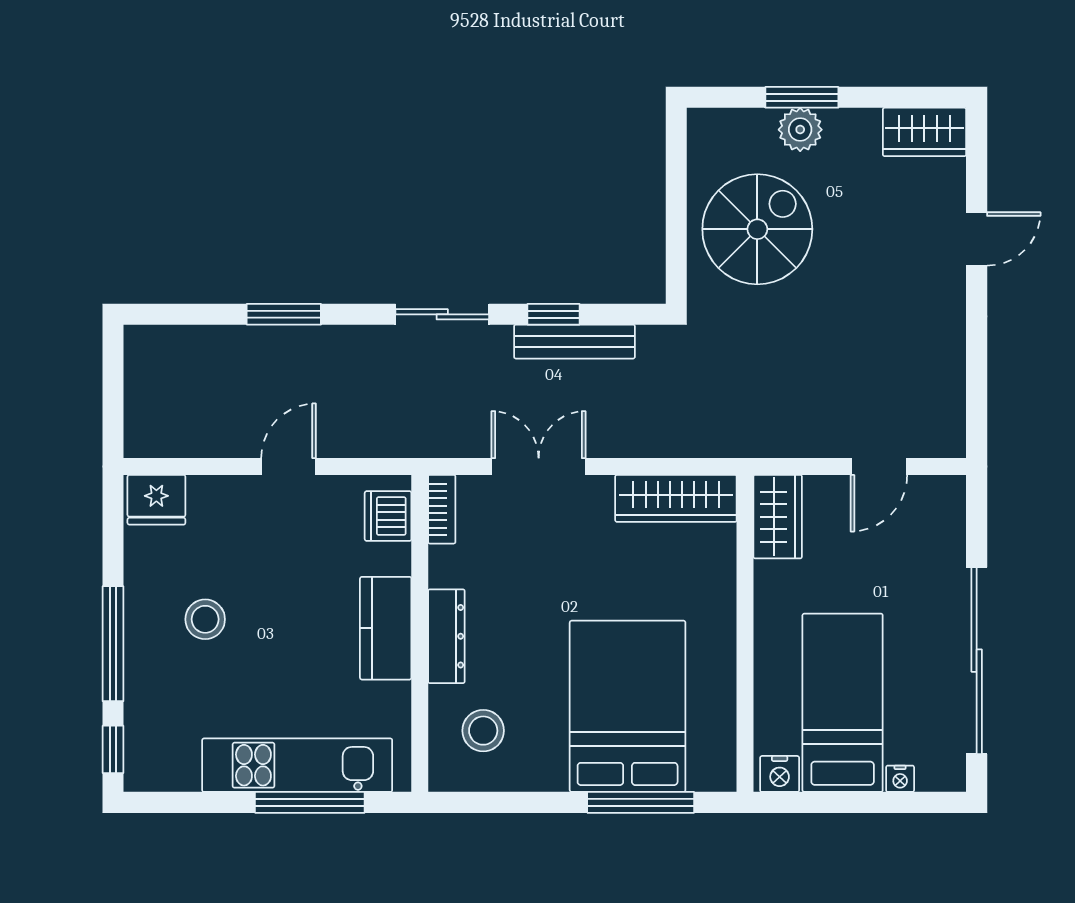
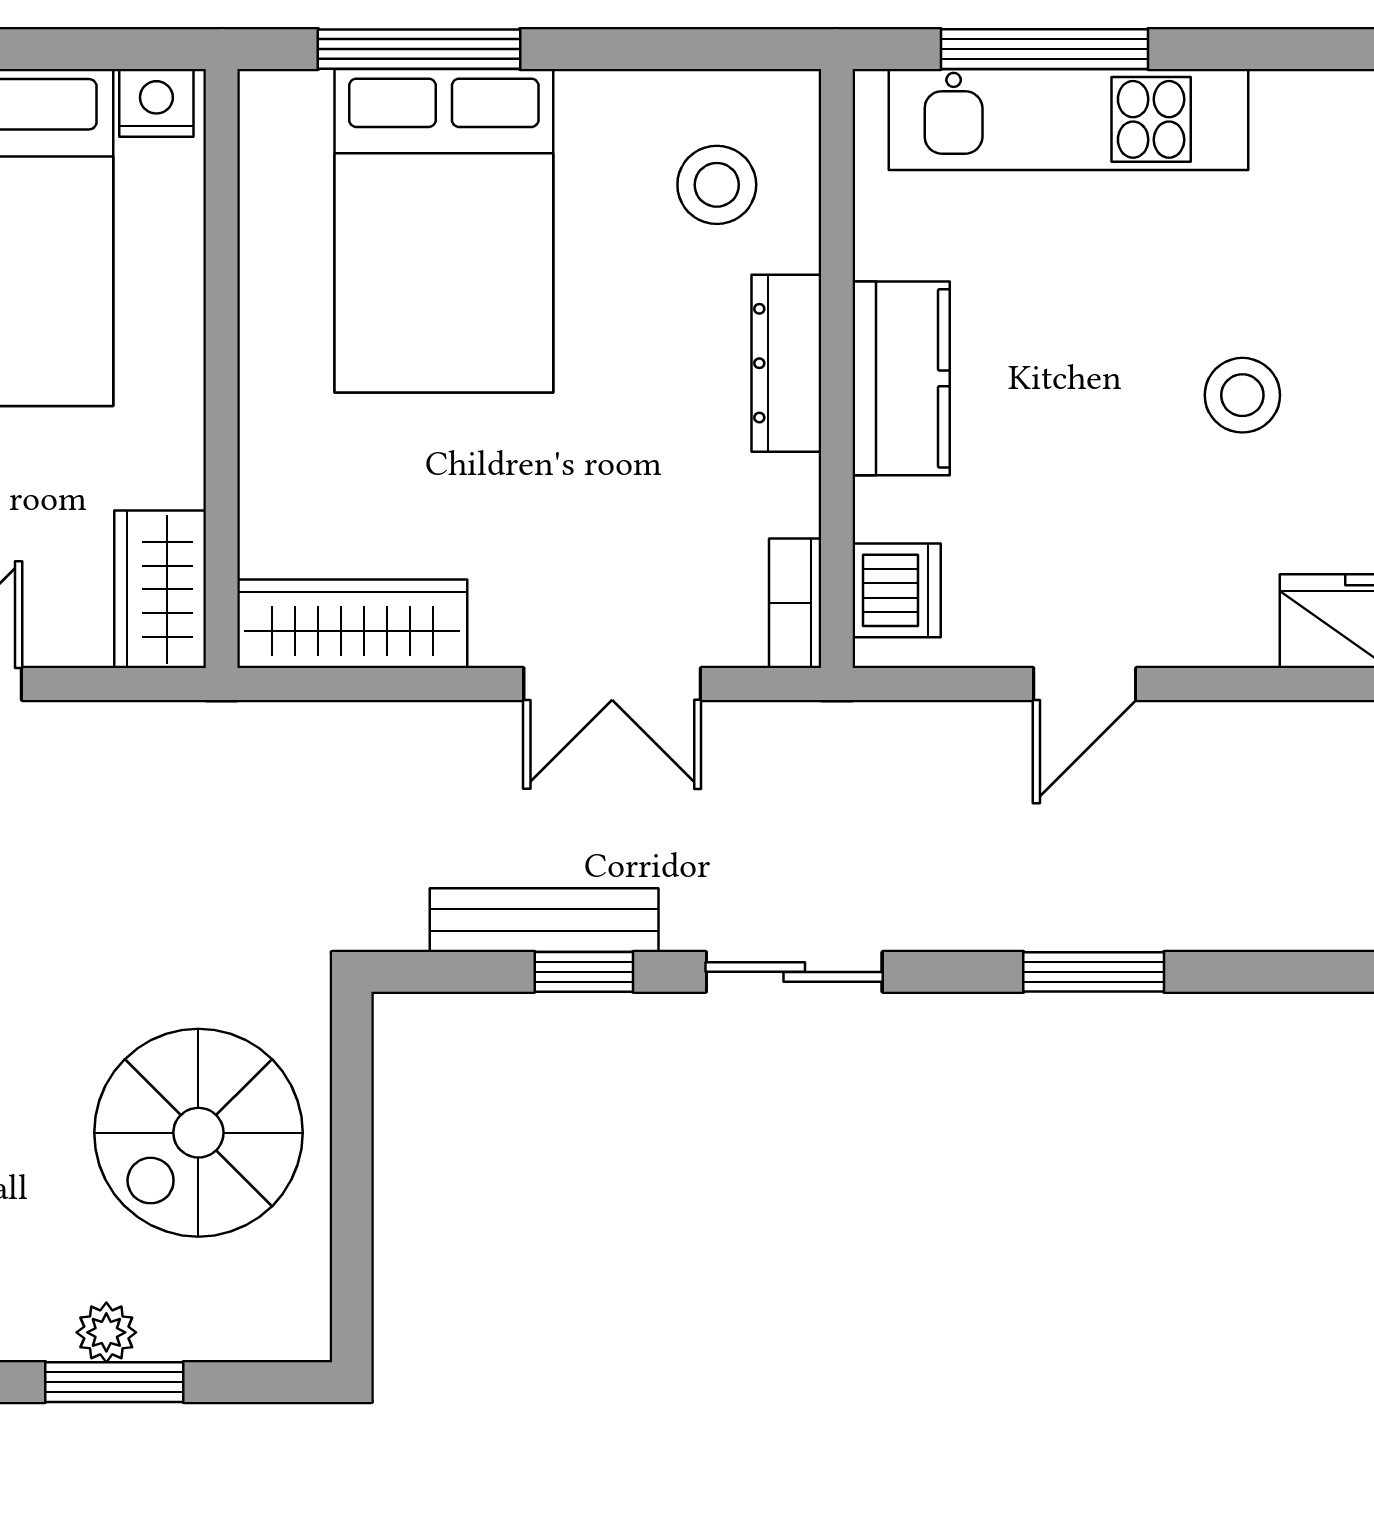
plant: (800, 130) -> (106, 1332), width x0.73, depth x0.73

